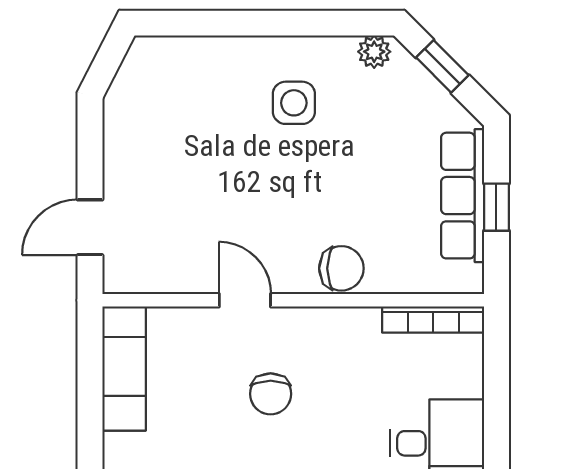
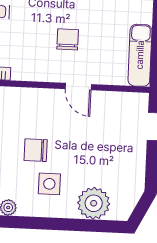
plant: (203, 68) -> (94, 203), added
chair: (341, 268) -> (36, 150), moved

